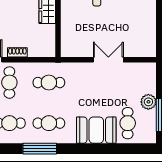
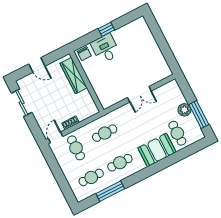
double door: (108, 60) -> (139, 94), swing flipped
window: (40, 149) -> (110, 191), moved

